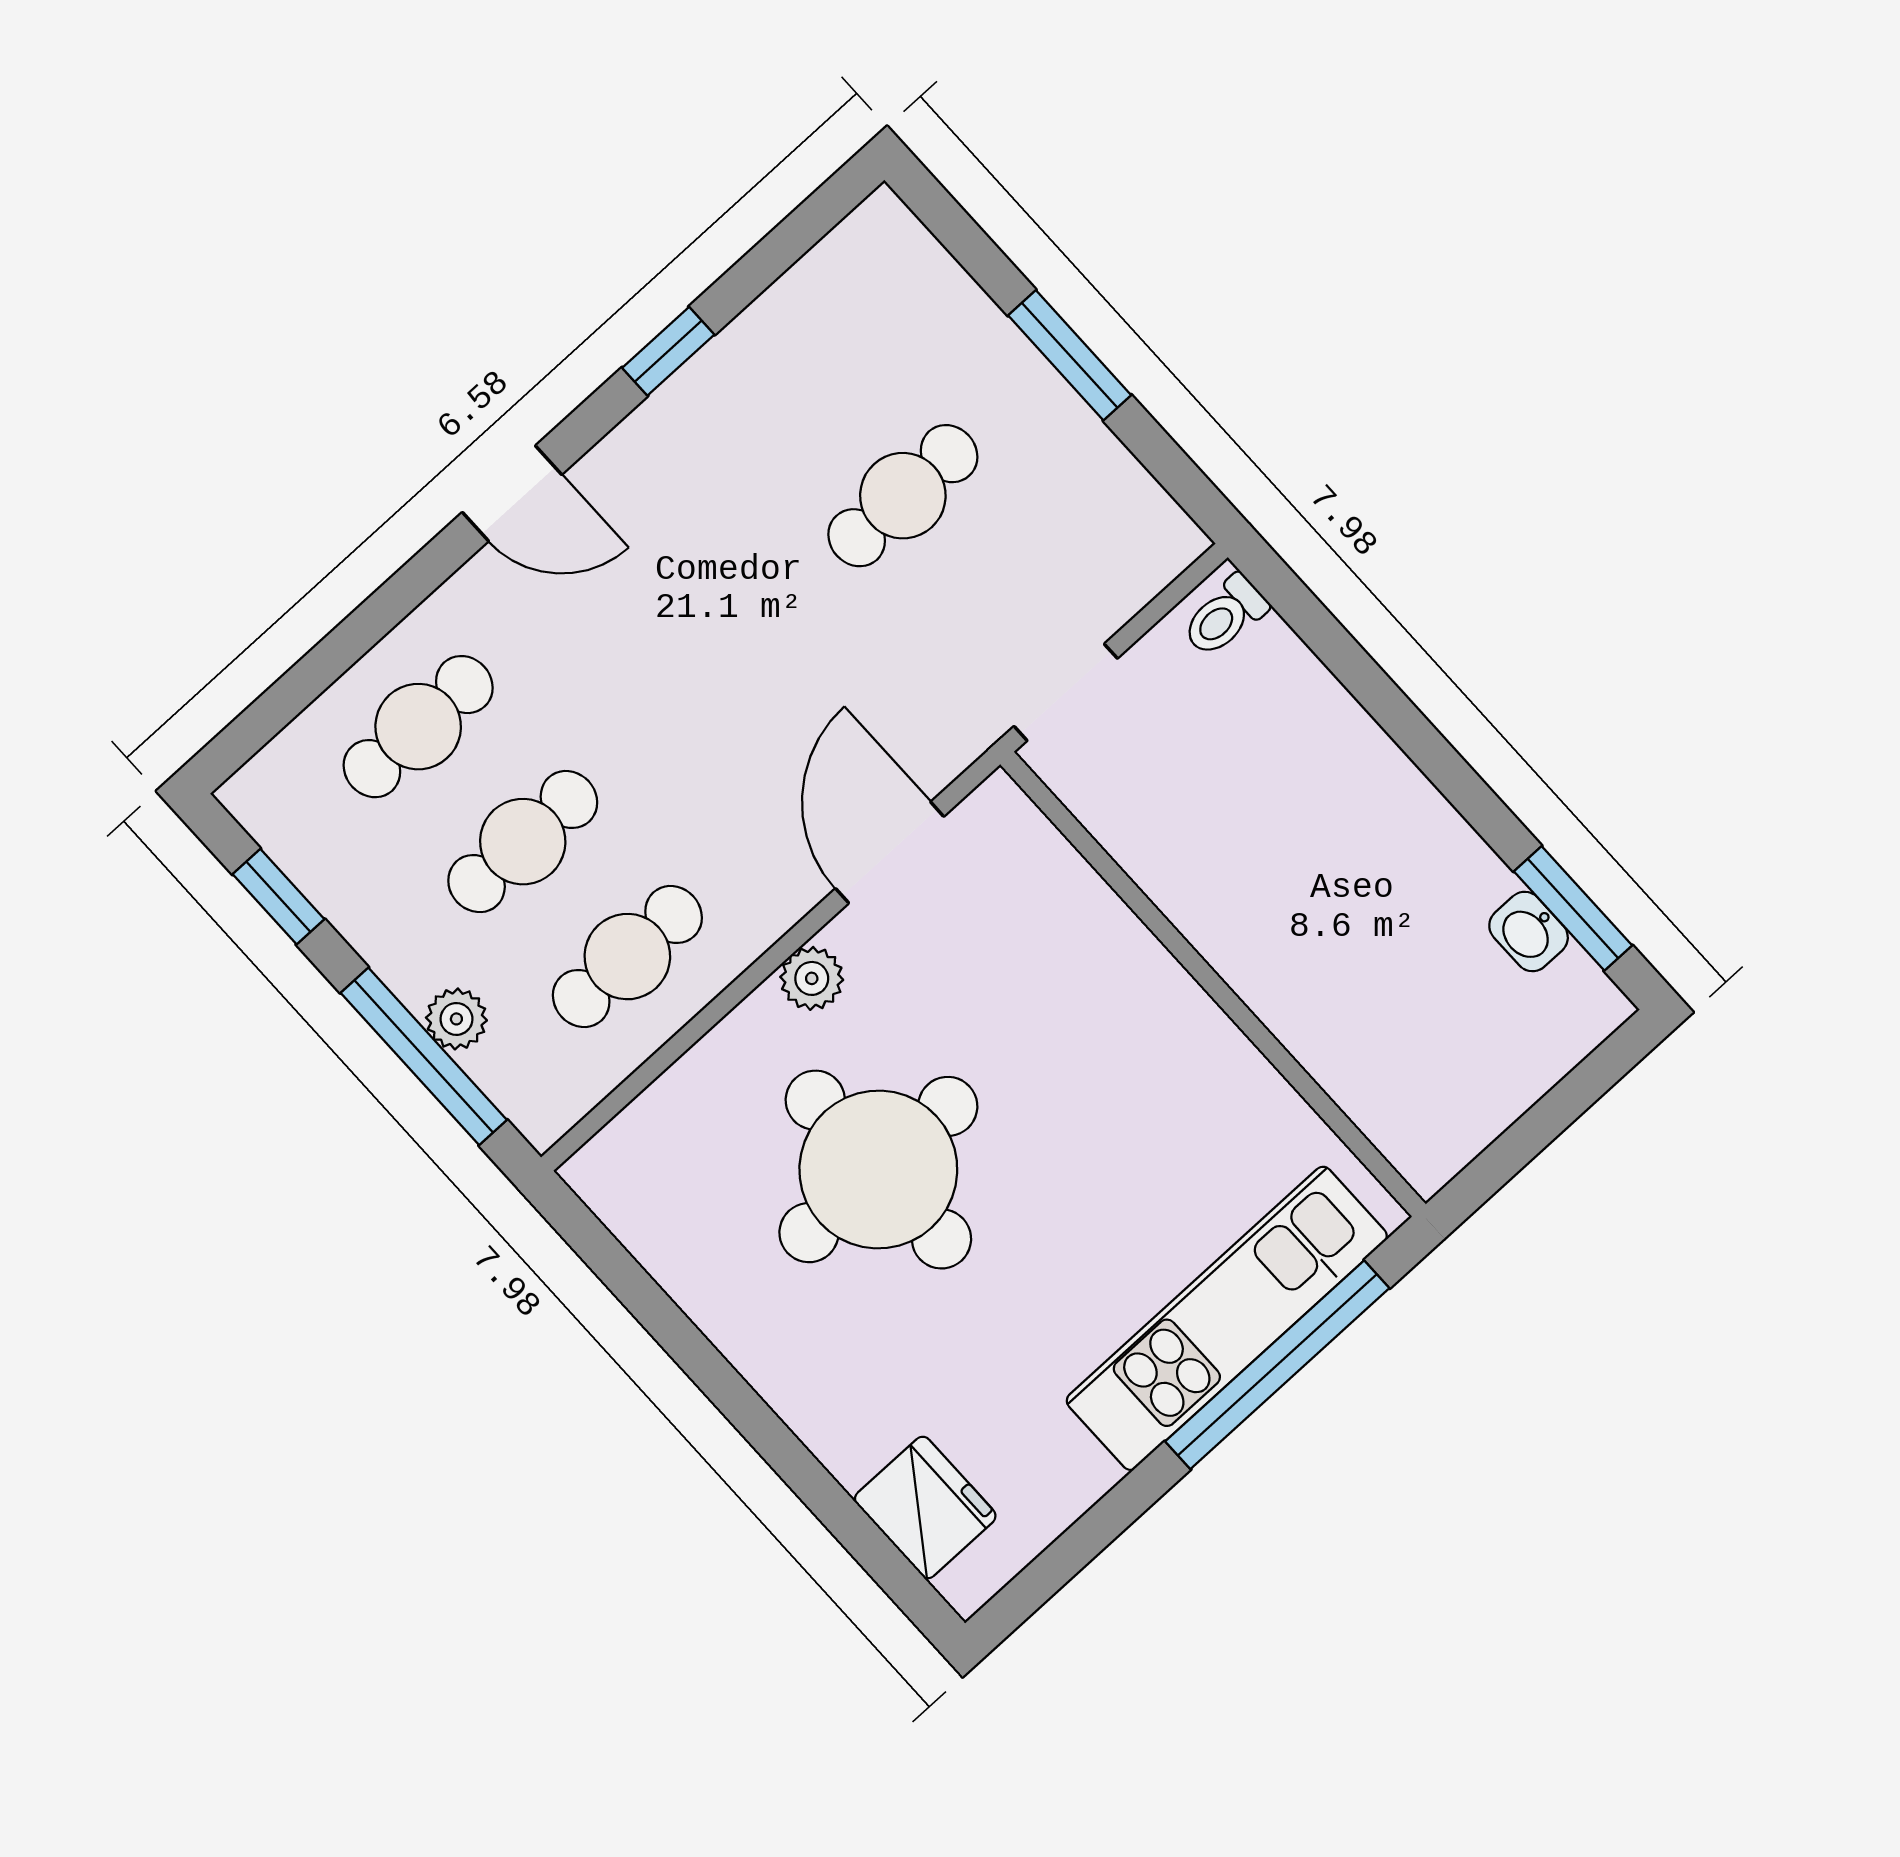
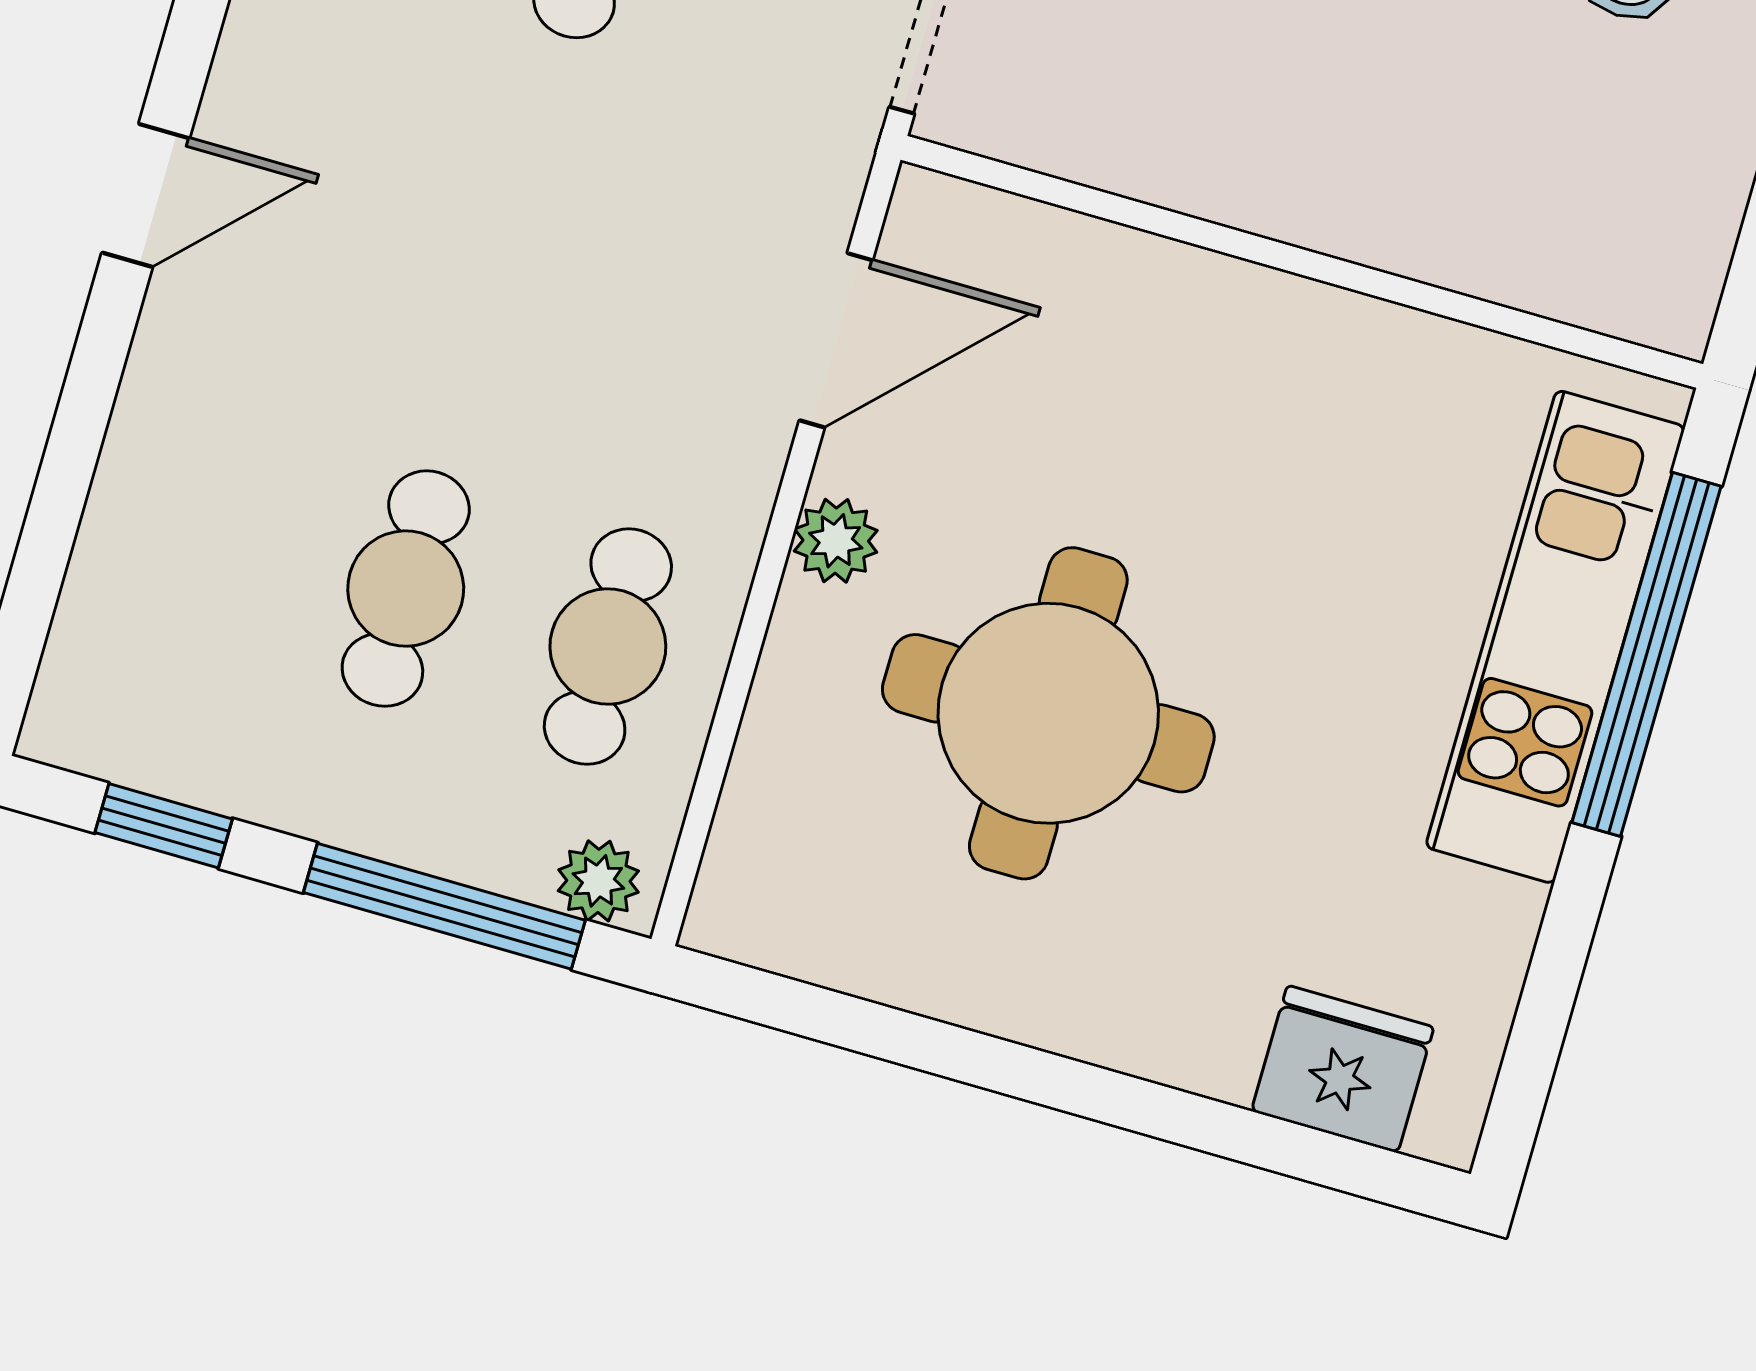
cafe table: (418, 727) -> (204, 531), removed
door: (890, 852) -> (836, 340), swing flipped
plant: (456, 1019) -> (598, 881), moved

